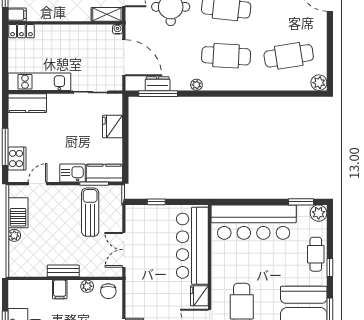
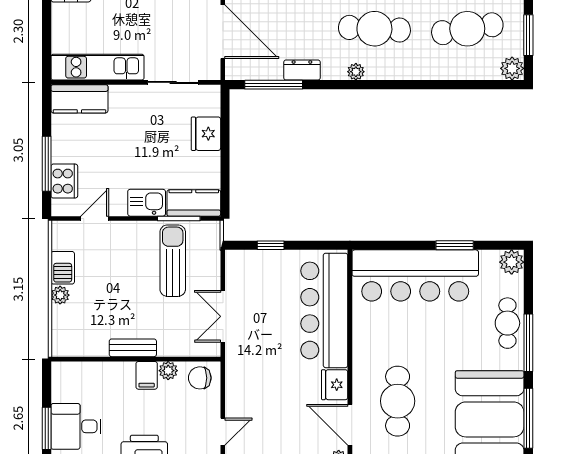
window: (330, 60) -> (528, 35), added
dresser: (158, 84) -> (302, 70), moved
plant: (196, 85) -> (356, 72), moved
window: (301, 202) -> (455, 245), moved
barbecue: (18, 213) -> (63, 268), width x0.73, depth x0.79
window: (330, 268) -> (528, 343), width x2.17
filing cabinet: (60, 289) -> (147, 375), moved
chair: (108, 291) -> (200, 378), turned 90

